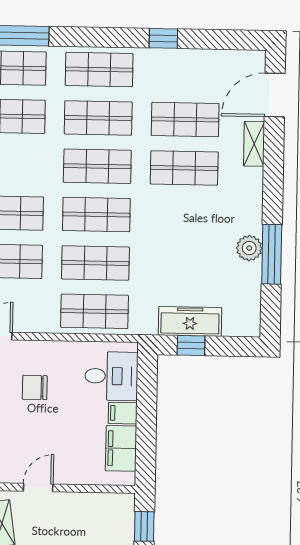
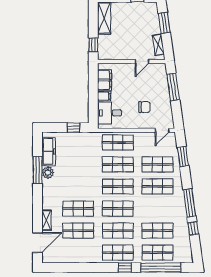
window: (163, 38) -> (125, 267), moved
freezer: (190, 321) -> (49, 151), moved, turned -90

